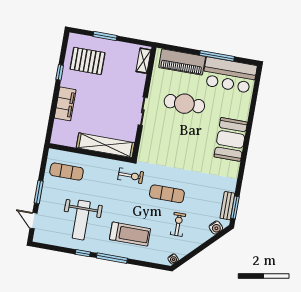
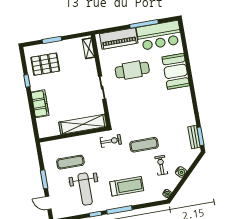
booth: (231, 139) -> (176, 71), moved
exercise mat: (67, 172) -> (70, 162), moved
water cooler: (216, 228) -> (181, 172), moved

